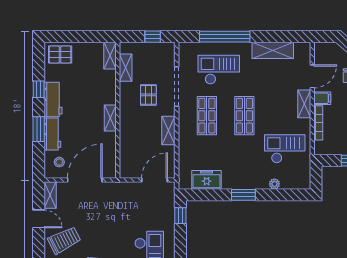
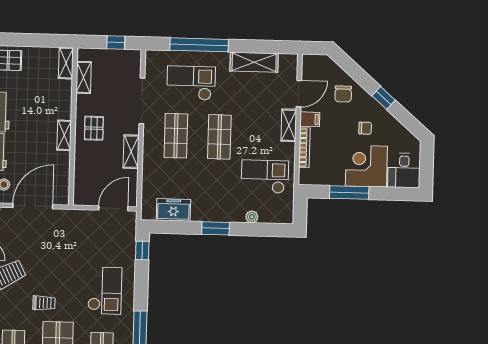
pallet: (148, 95) -> (94, 128), moved

